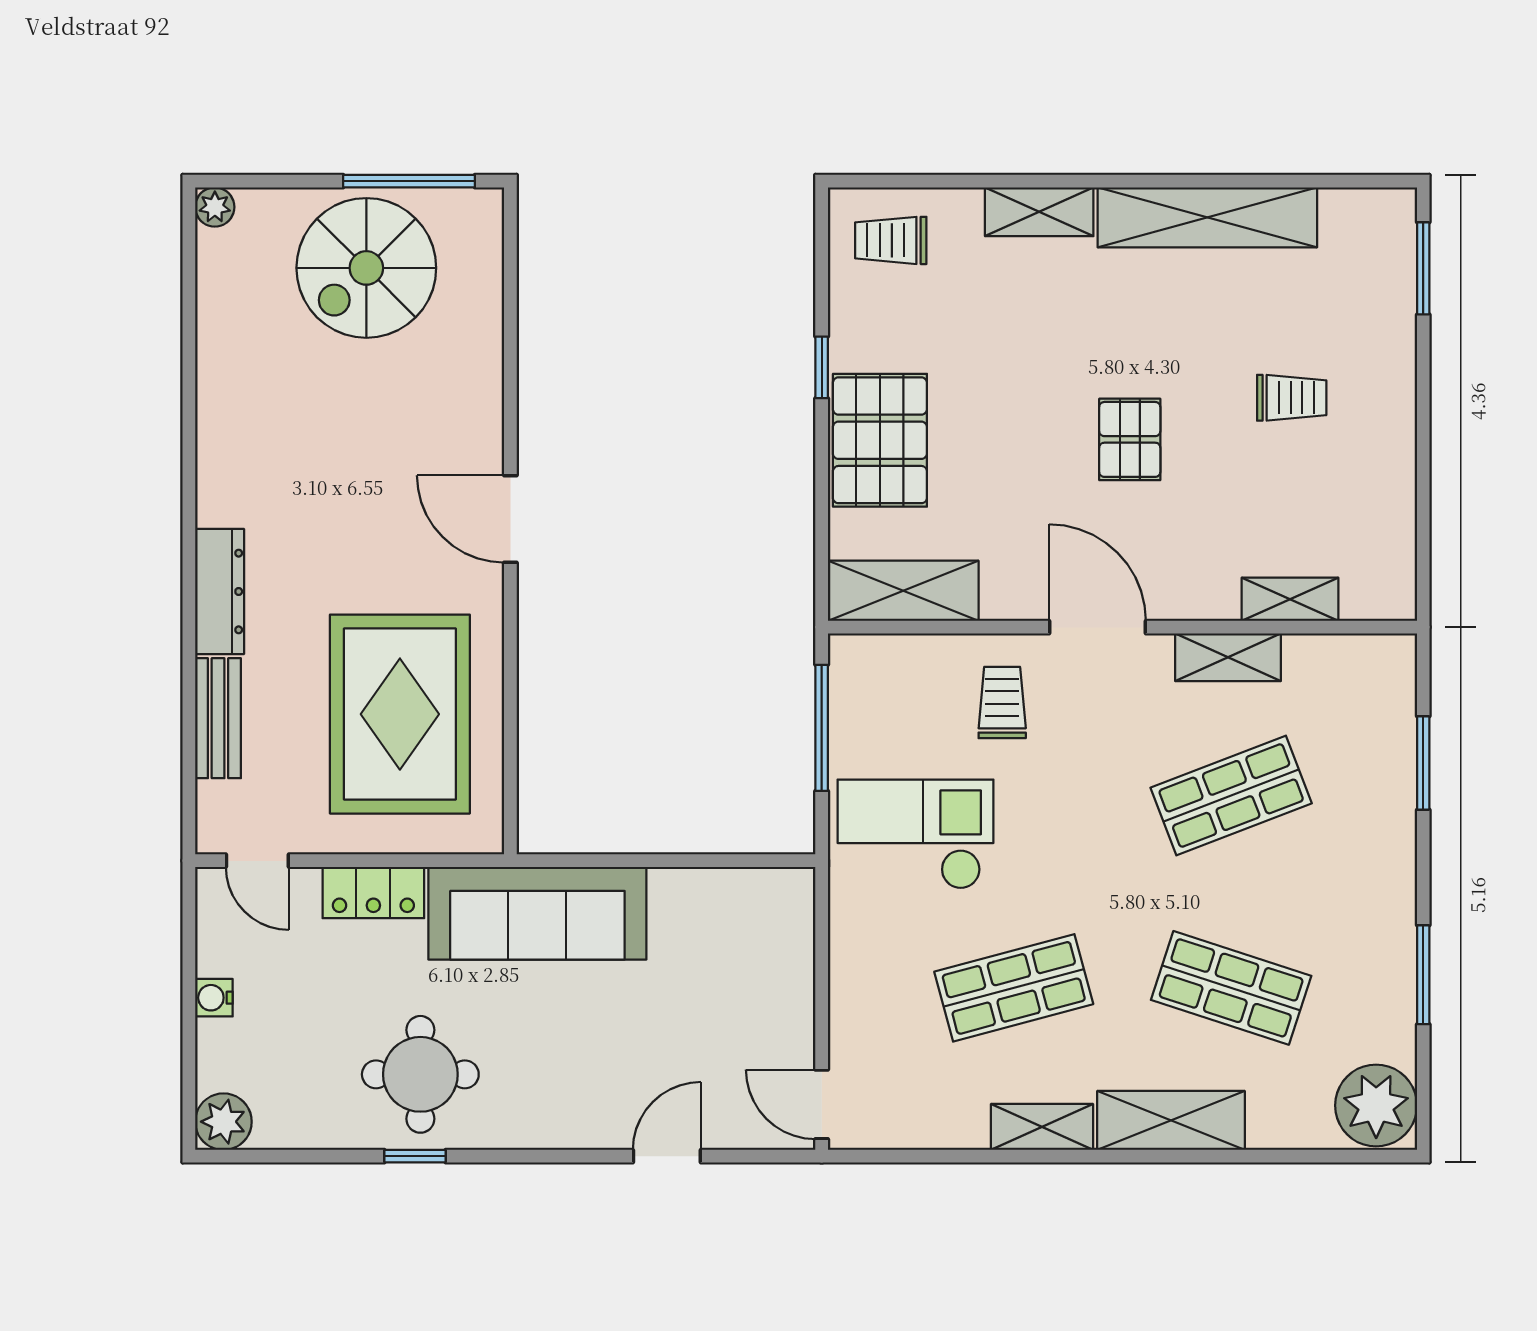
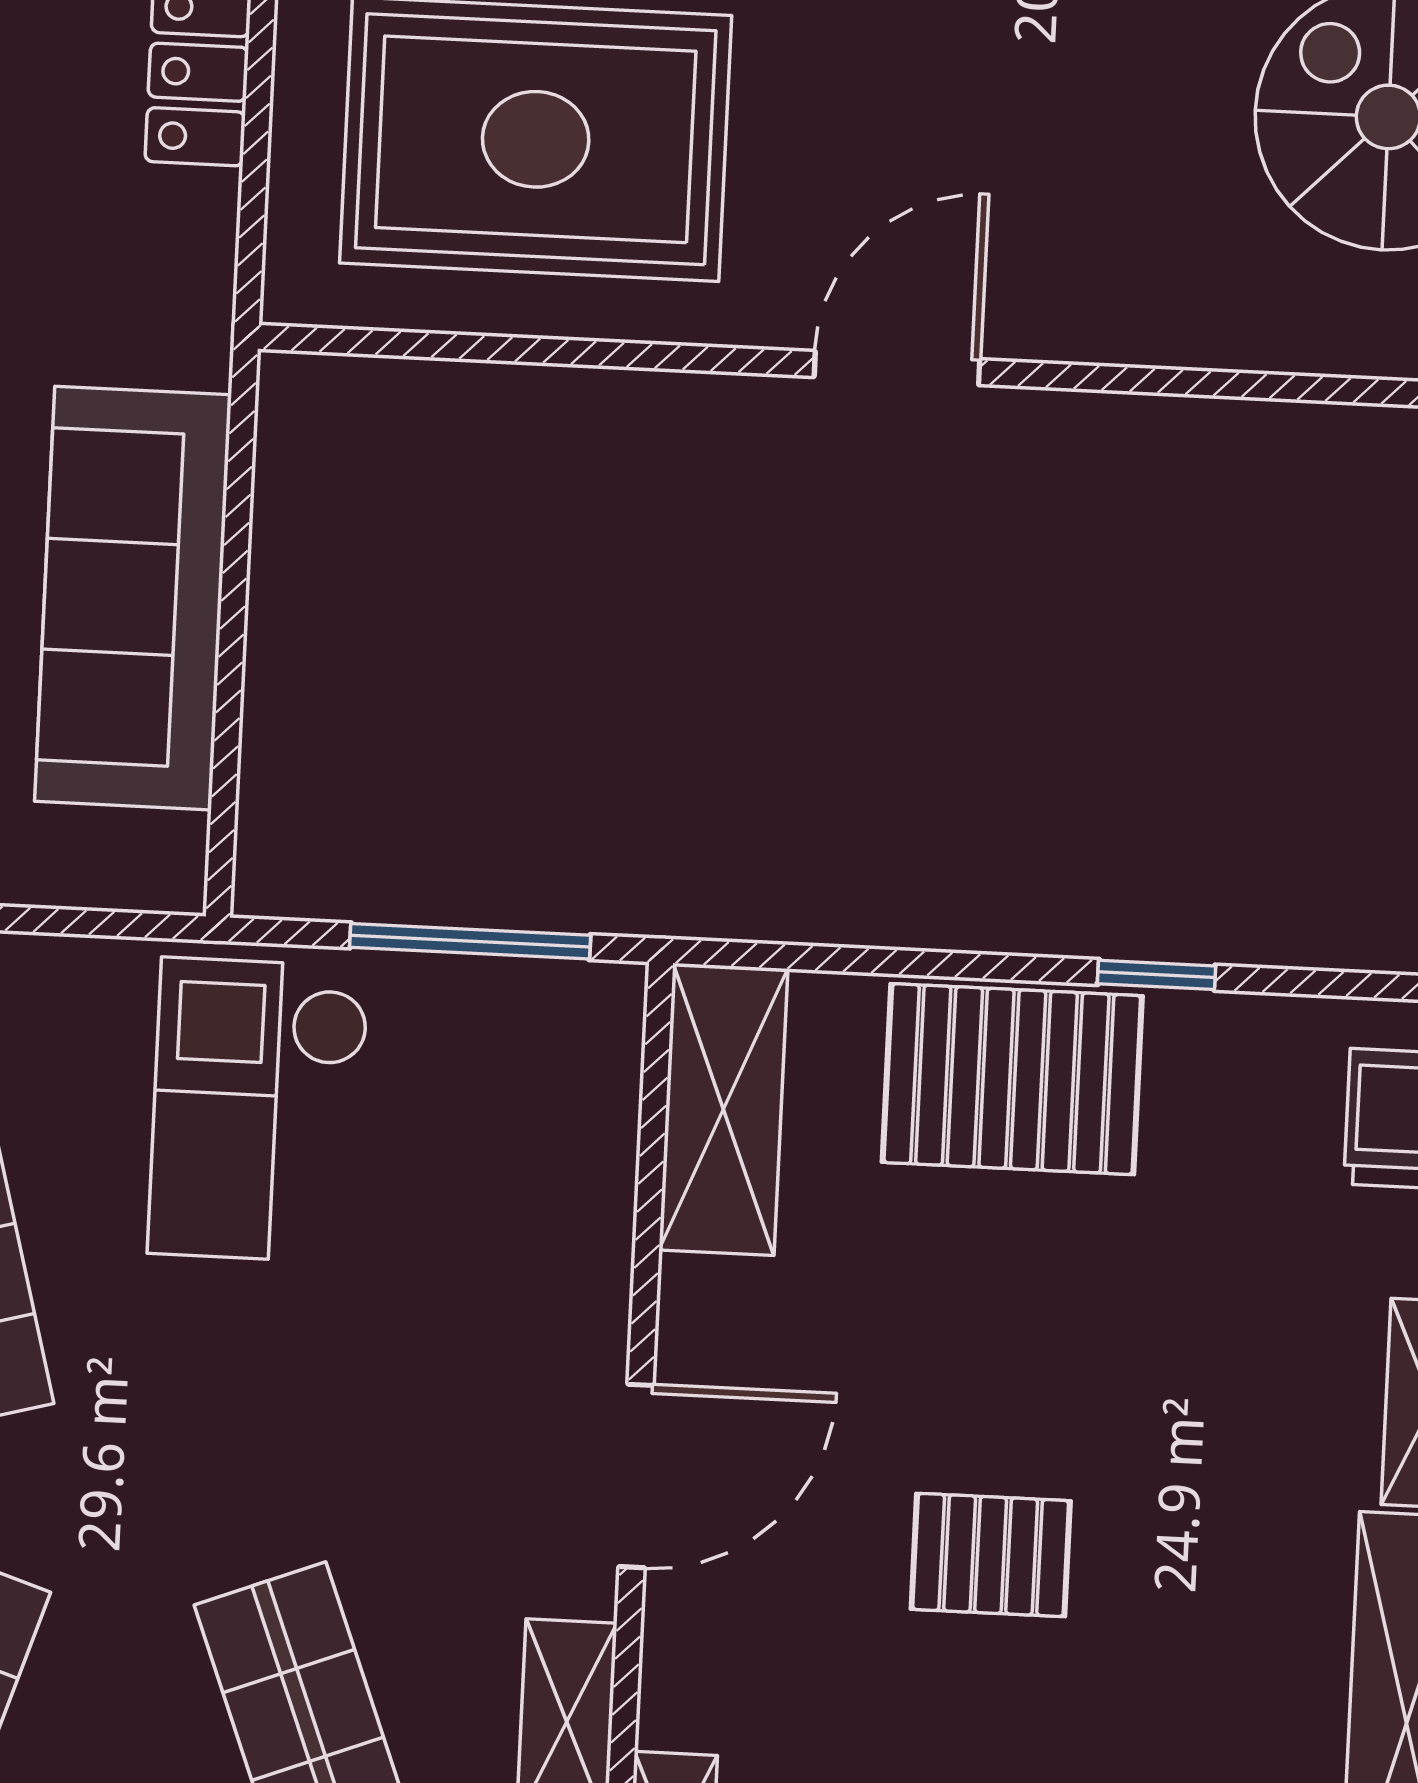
trolley: (1002, 703) -> (501, 1287), removed
checkout: (915, 834) -> (259, 1110), turned 180
sofa: (537, 913) -> (133, 598), moved

